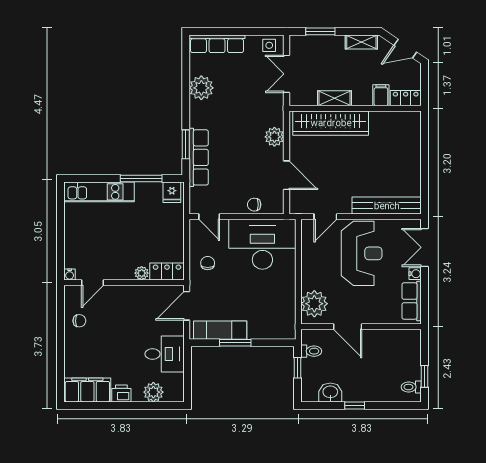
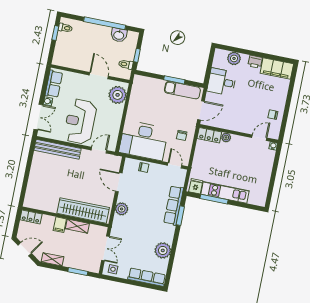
filing cabinet: (381, 95) -> (60, 225), moved
kitchen unit: (99, 192) -> (225, 192), moved
window: (355, 405) -> (105, 23), width x3.17

